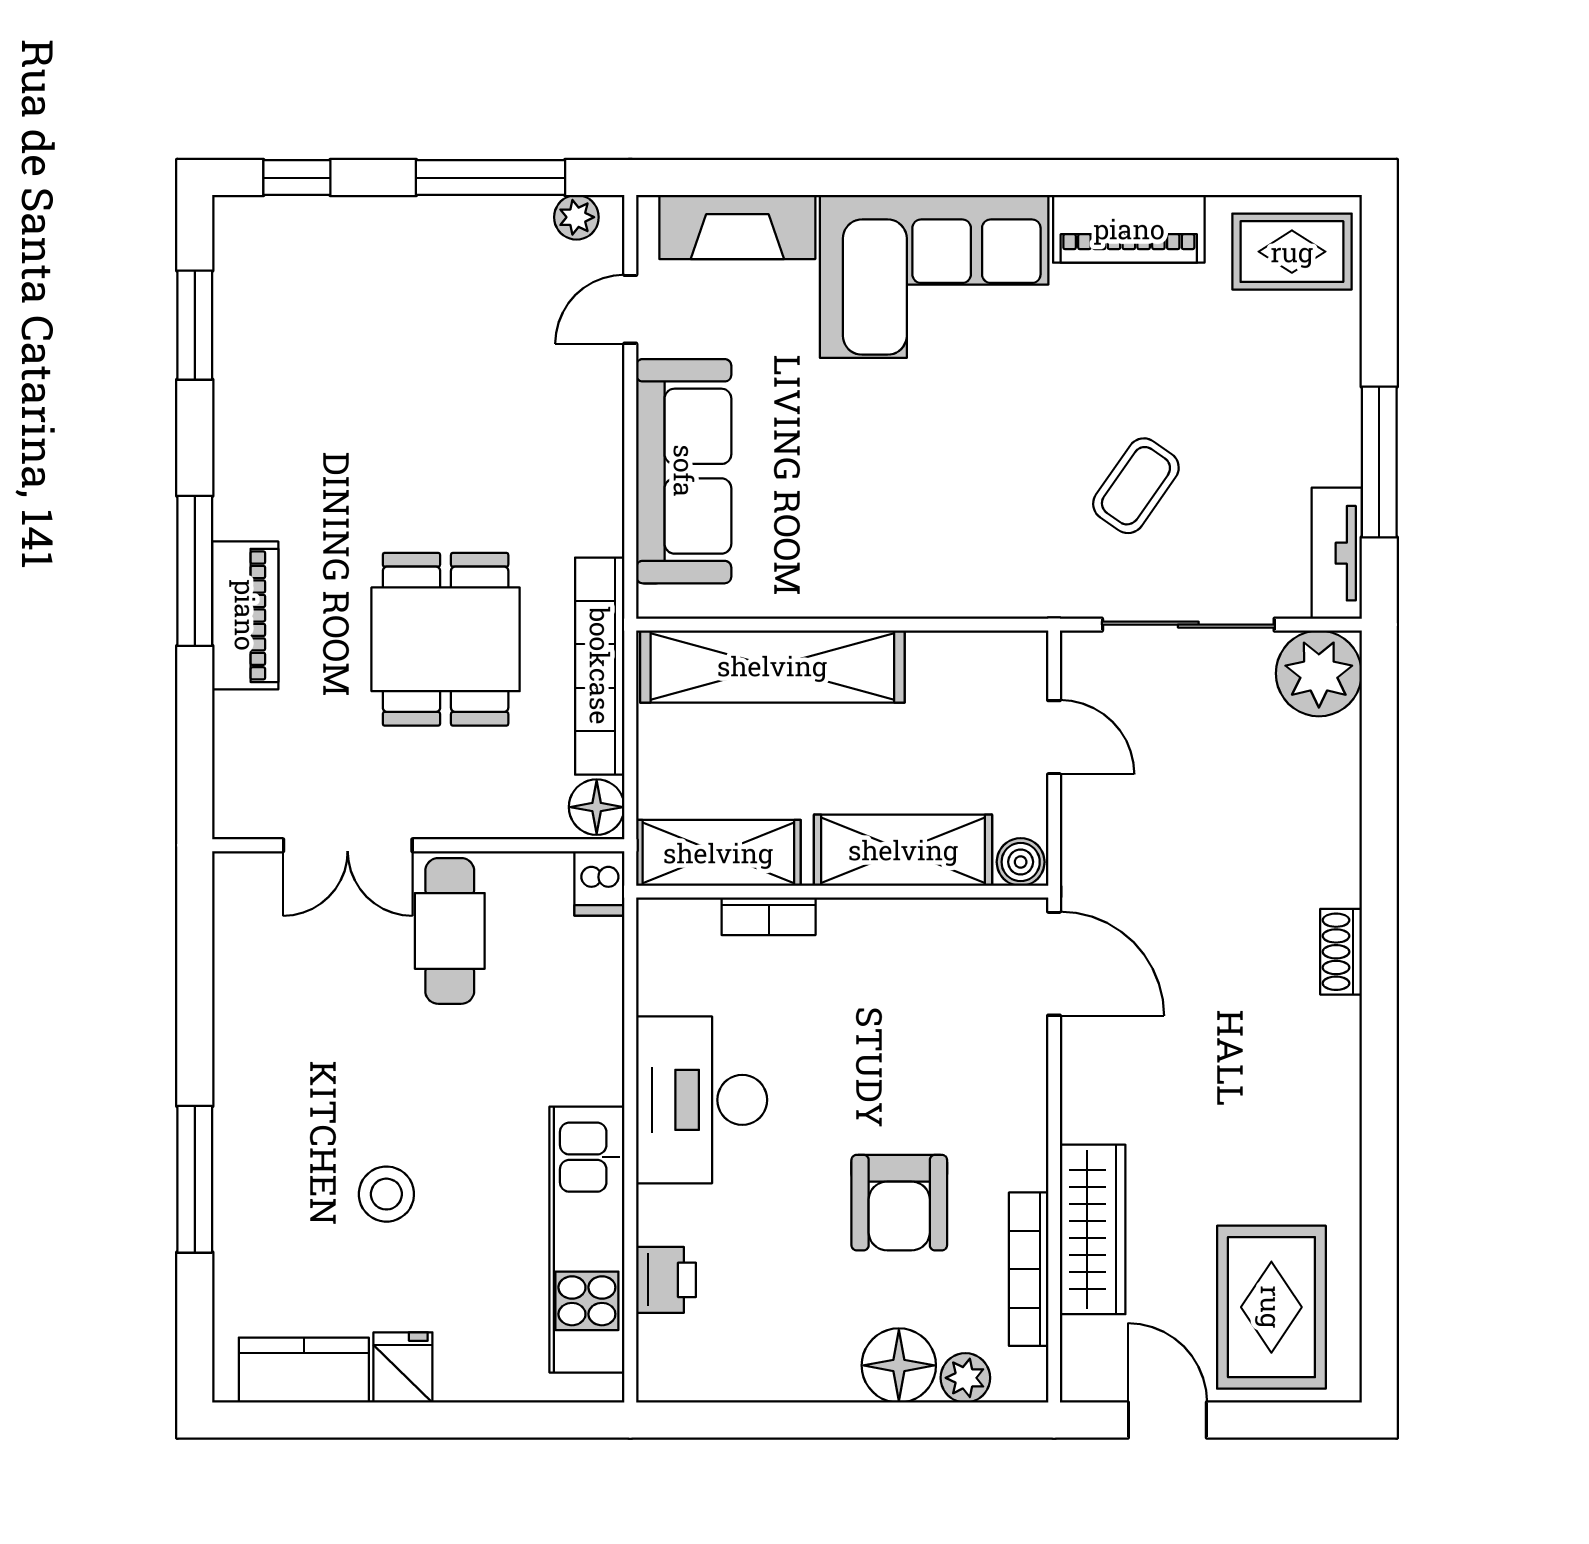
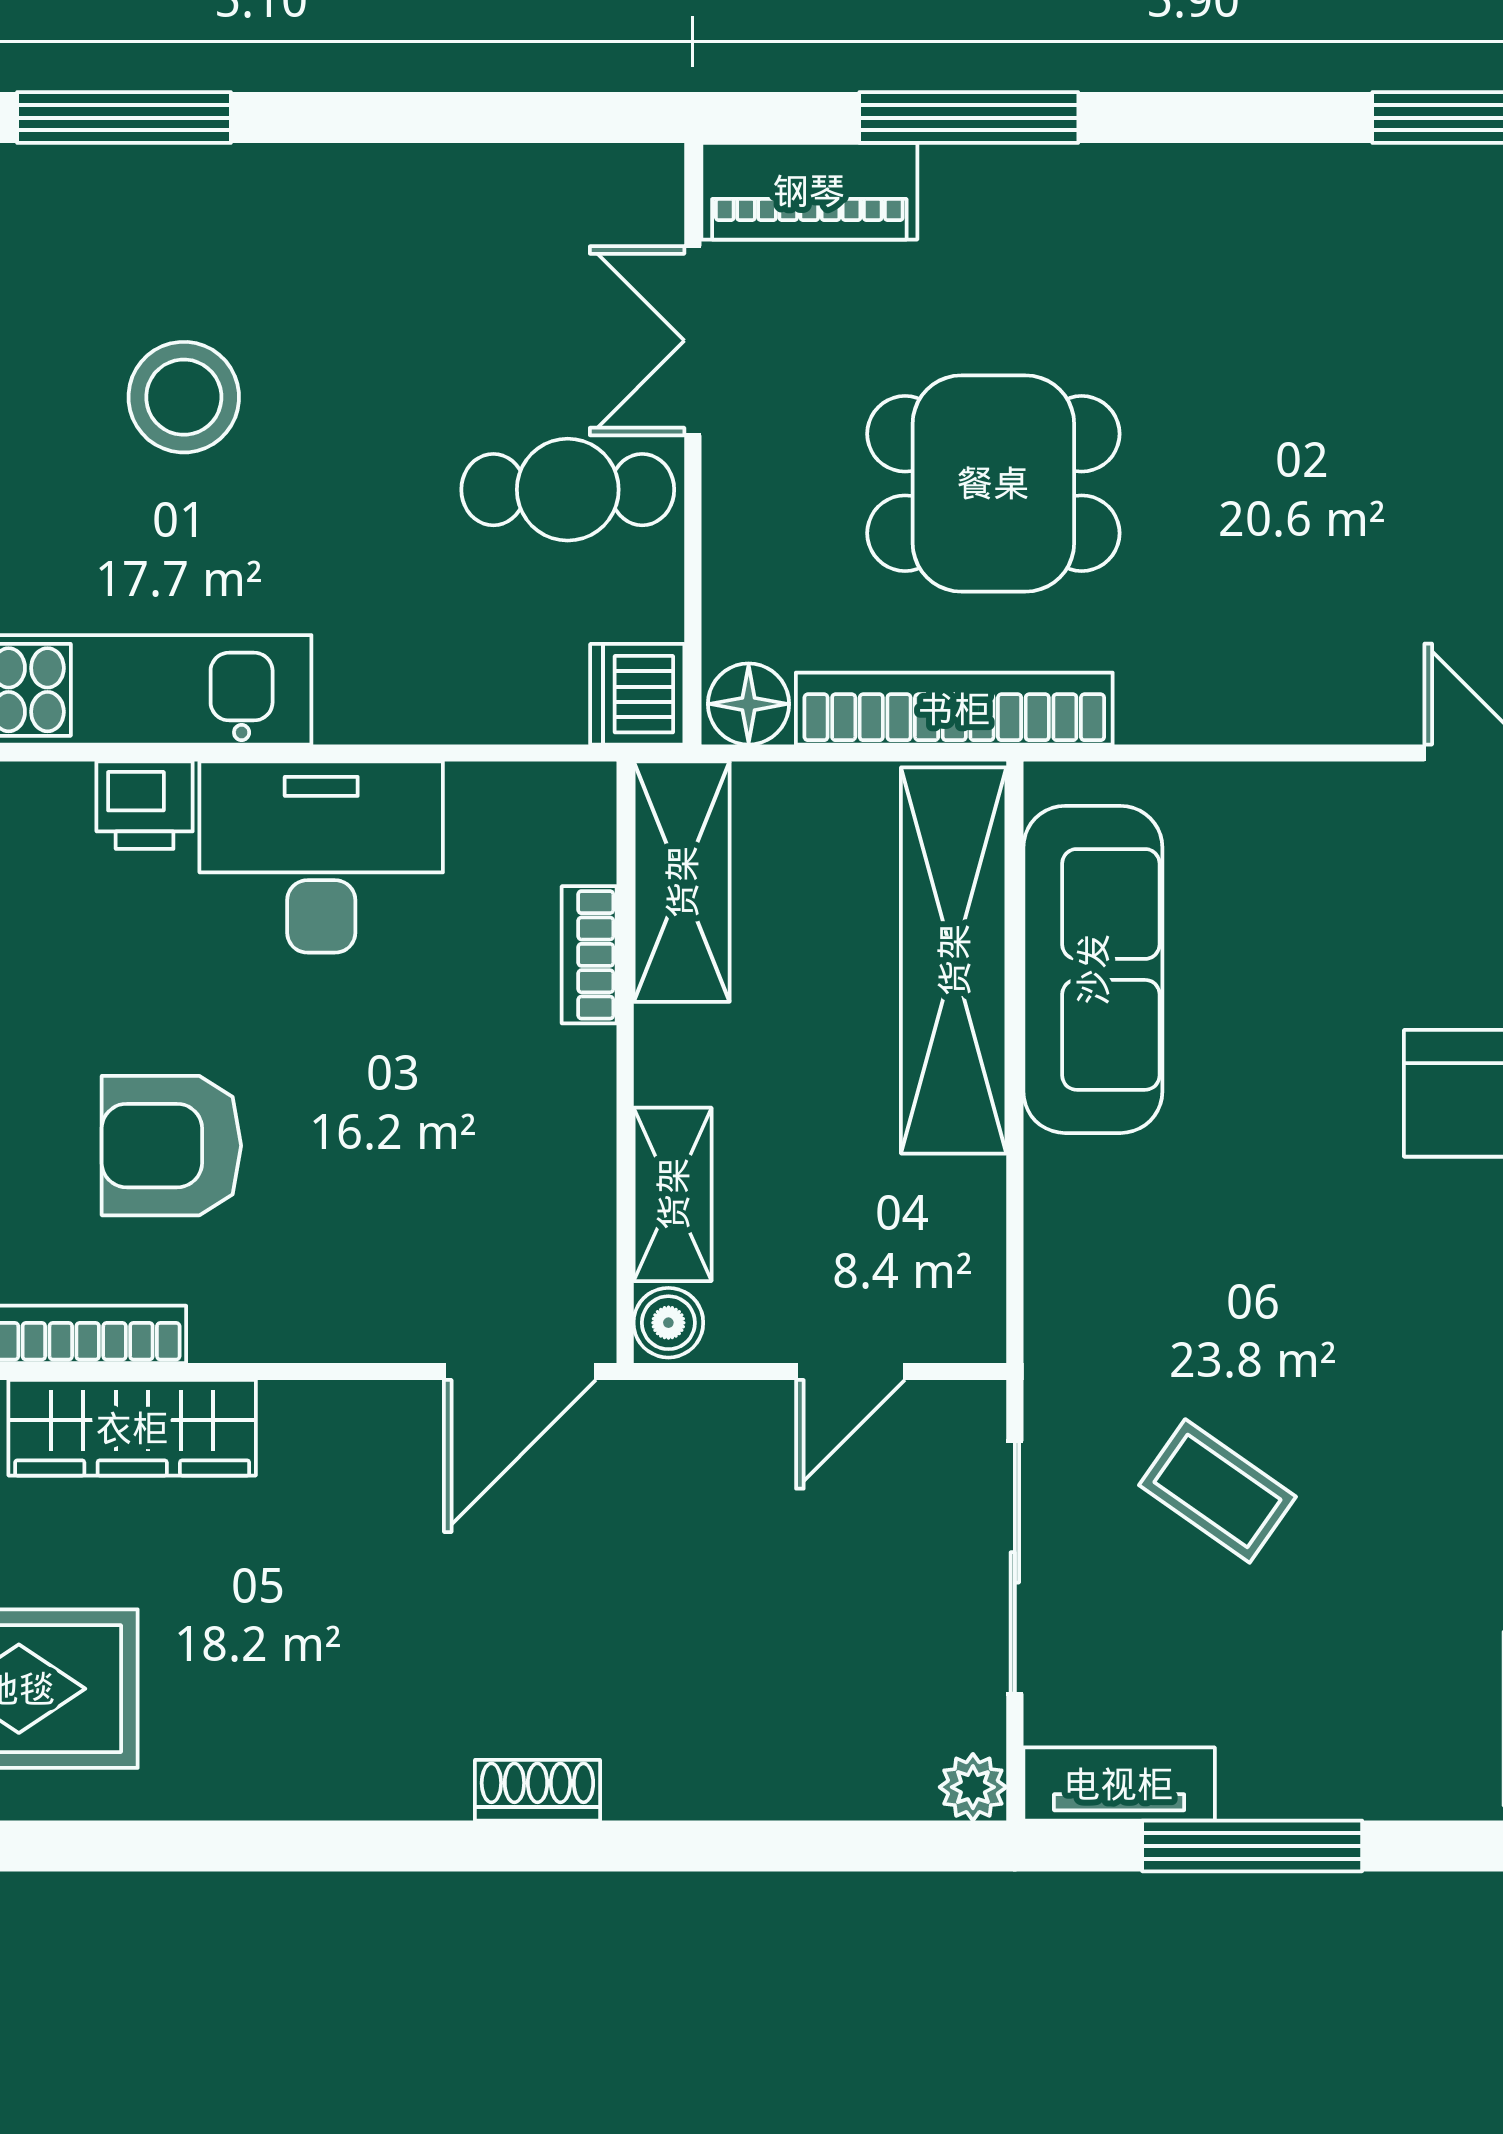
sofa: (684, 471) -> (1093, 969), moved, turned -90
window: (195, 571) -> (969, 118), moved
piano: (245, 615) -> (809, 191), moved
plant: (1319, 673) -> (973, 1787), width x0.53, depth x0.53
shelving: (903, 850) -> (673, 1194), width x0.67, depth x0.75
dishwasher: (599, 883) -> (637, 694), width x1.38
window: (195, 1179) -> (124, 118), moved
stool: (386, 1194) -> (184, 397), width x1.38, depth x1.38
printer: (666, 1280) -> (145, 805), moved

